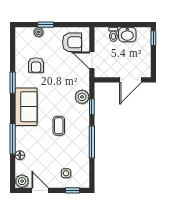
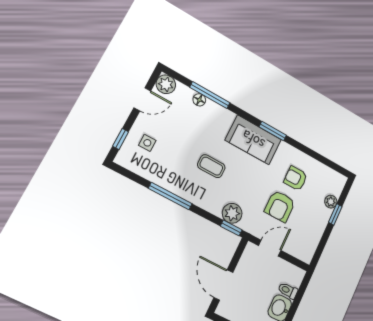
armchair: (72, 42) -> (280, 206), moved
window: (13, 83) -> (273, 131), moved
window: (92, 107) -> (231, 228), moved
window: (13, 139) -> (210, 95), moved

